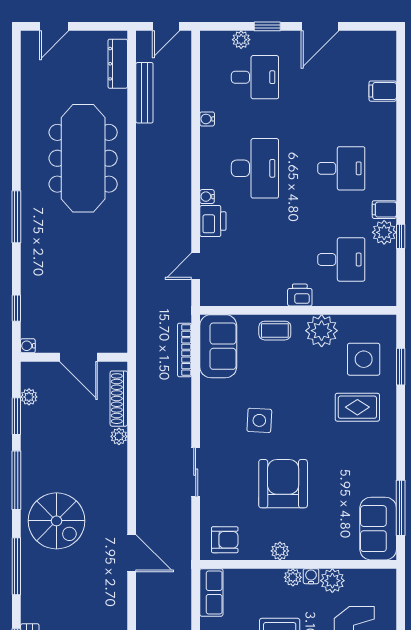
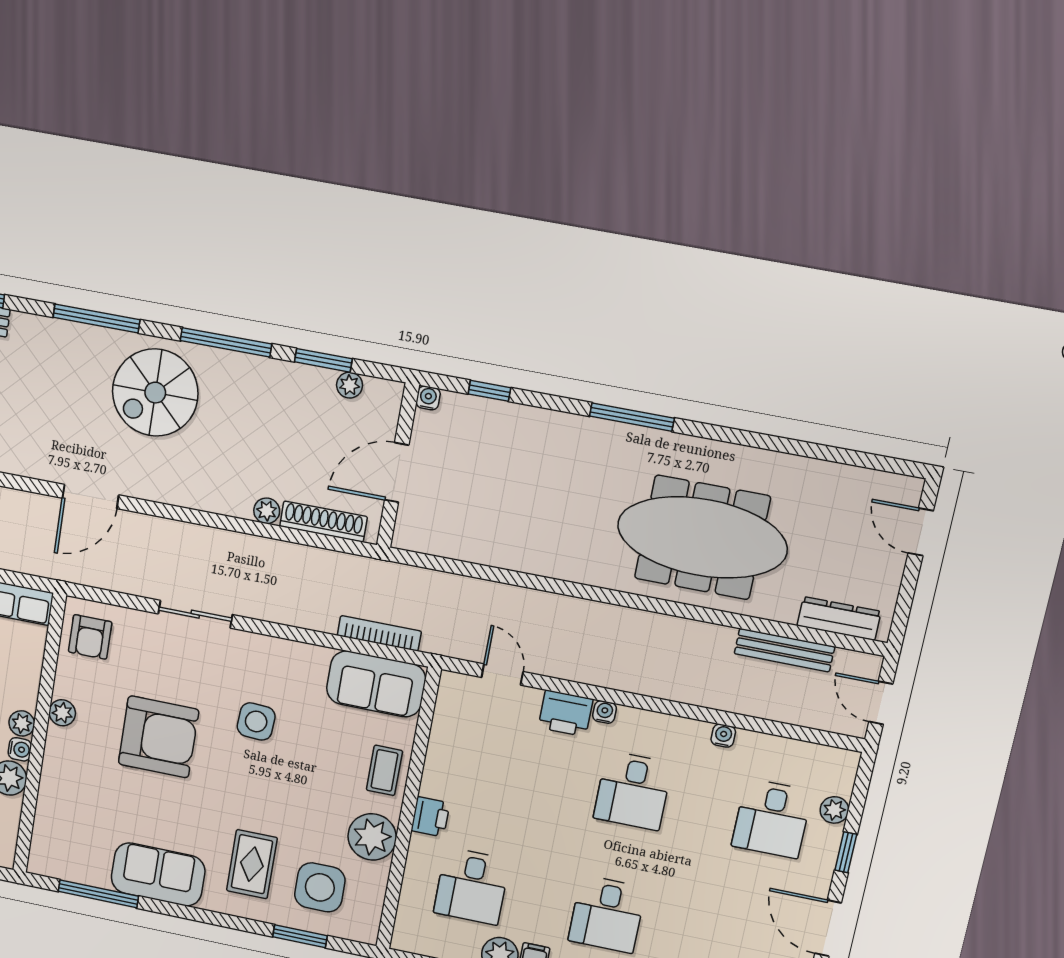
desk: (255, 168) -> (633, 791), width x0.73
sofa: (378, 529) -> (158, 874), moved

